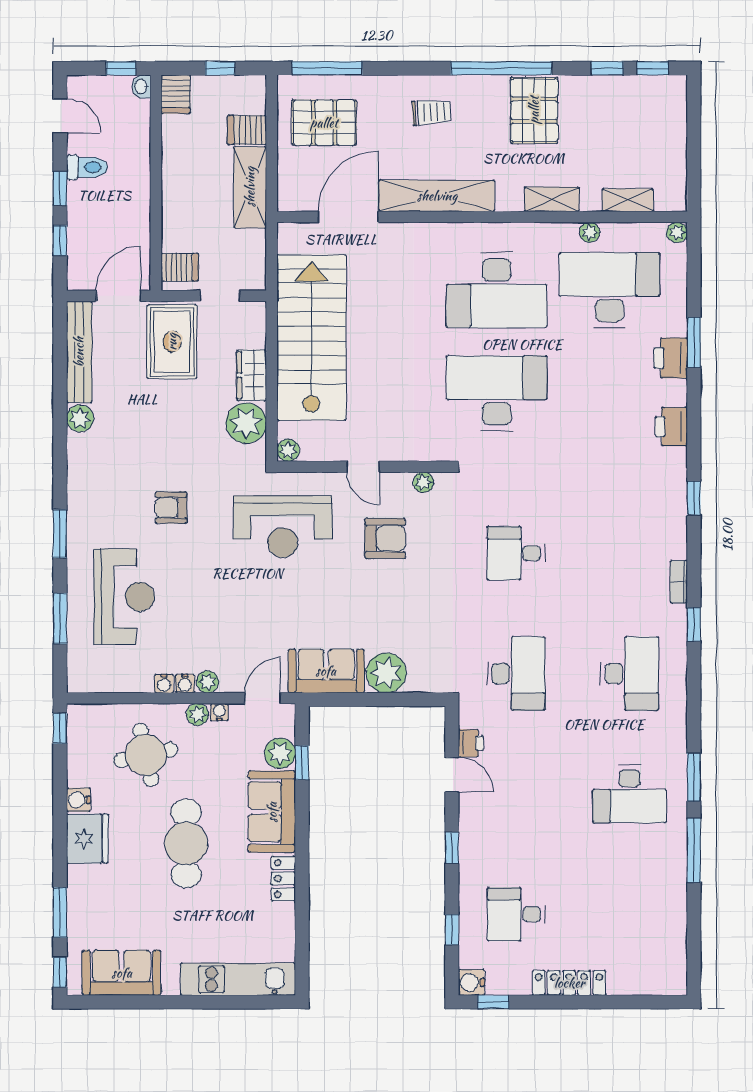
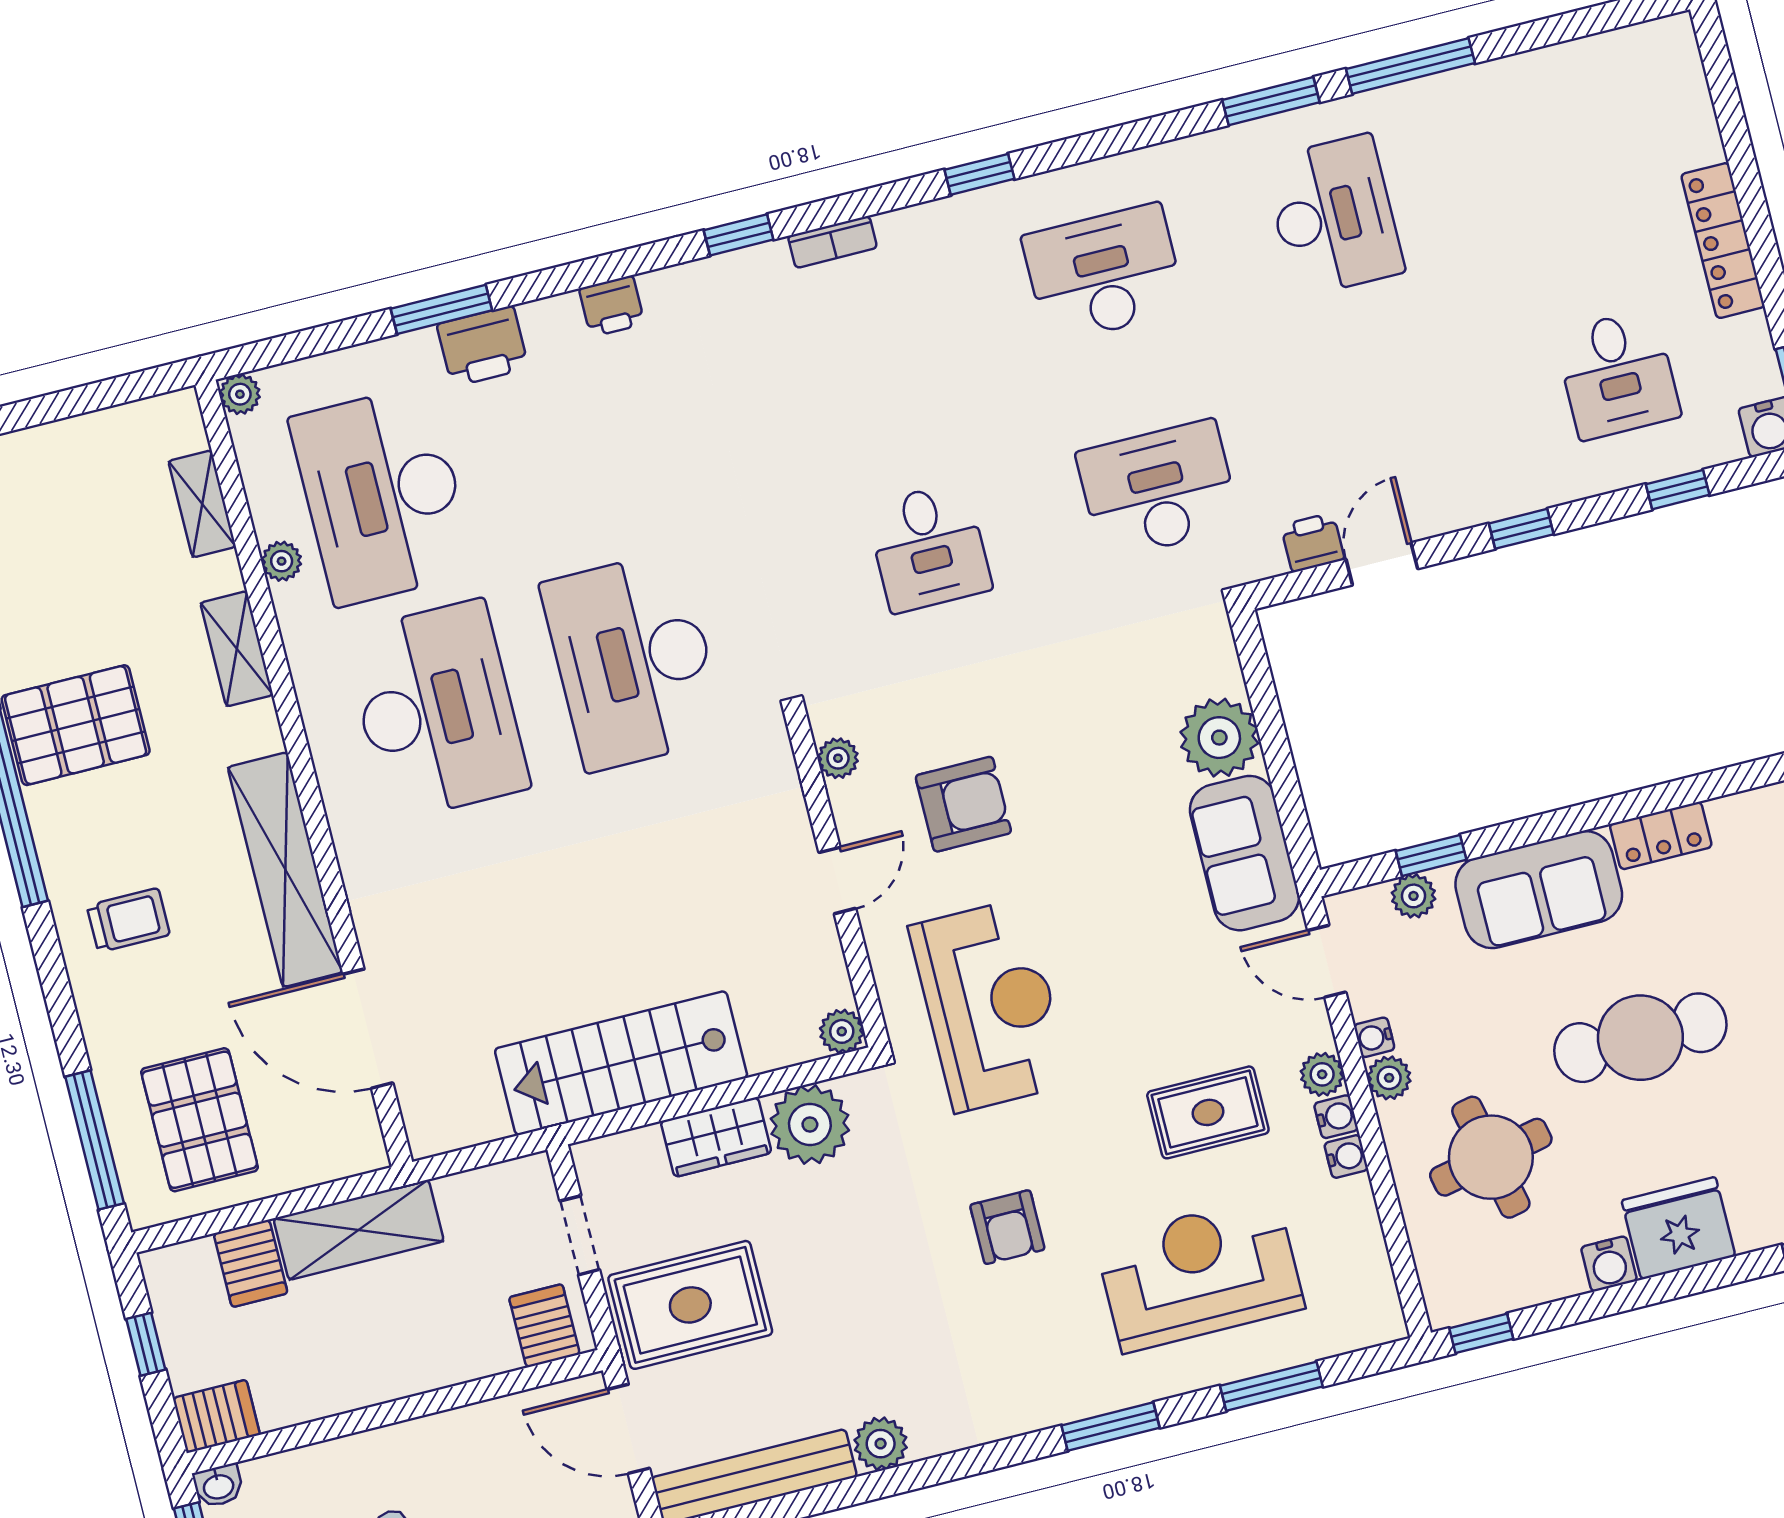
trolley: (431, 112) -> (128, 920), turned 94
stairs: (311, 337) -> (621, 1063), width x0.73, depth x0.66
printer: (671, 427) -> (612, 306), width x0.73, depth x0.81
armchair: (385, 538) -> (963, 804), turned 90
bookcase: (679, 582) -> (832, 242), moved
rug: (203, 621) -> (1208, 1112), added
plant: (280, 753) -> (1413, 896), width x0.73, depth x0.73

